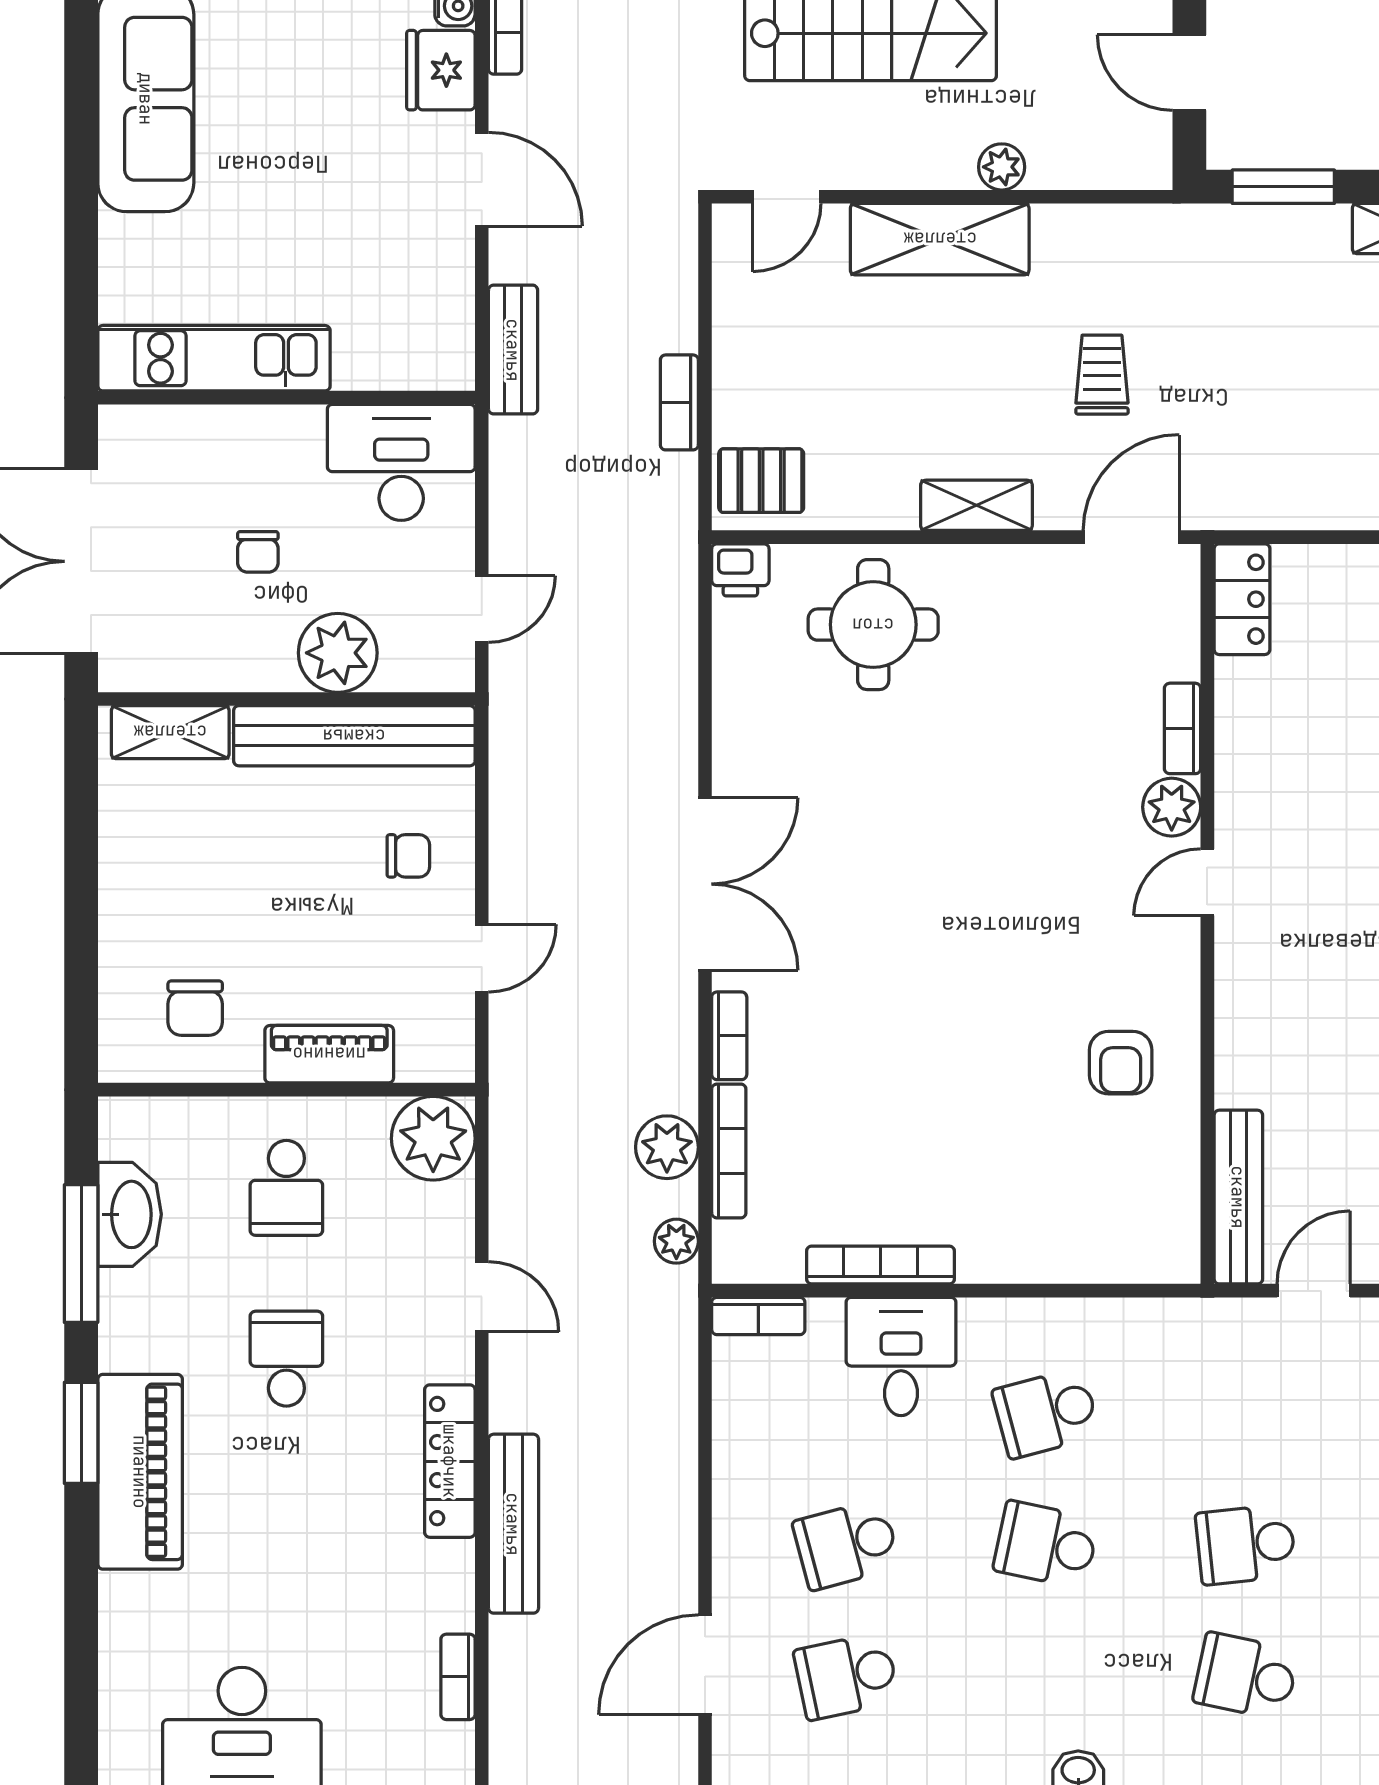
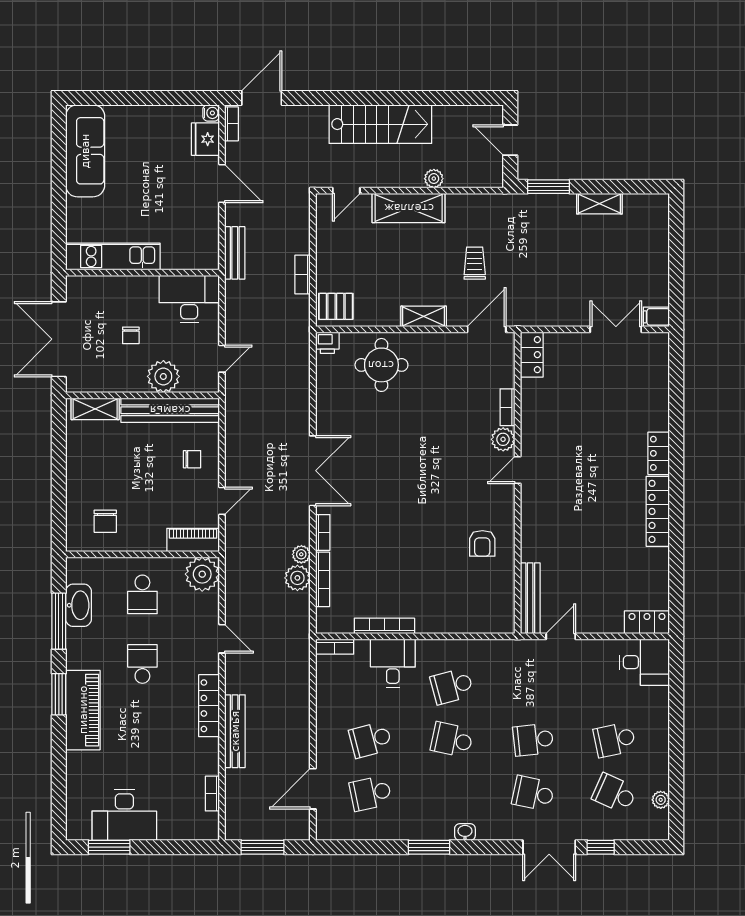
piano: (329, 1054) -> (193, 540), moved
plant: (676, 1241) -> (301, 554), moved

